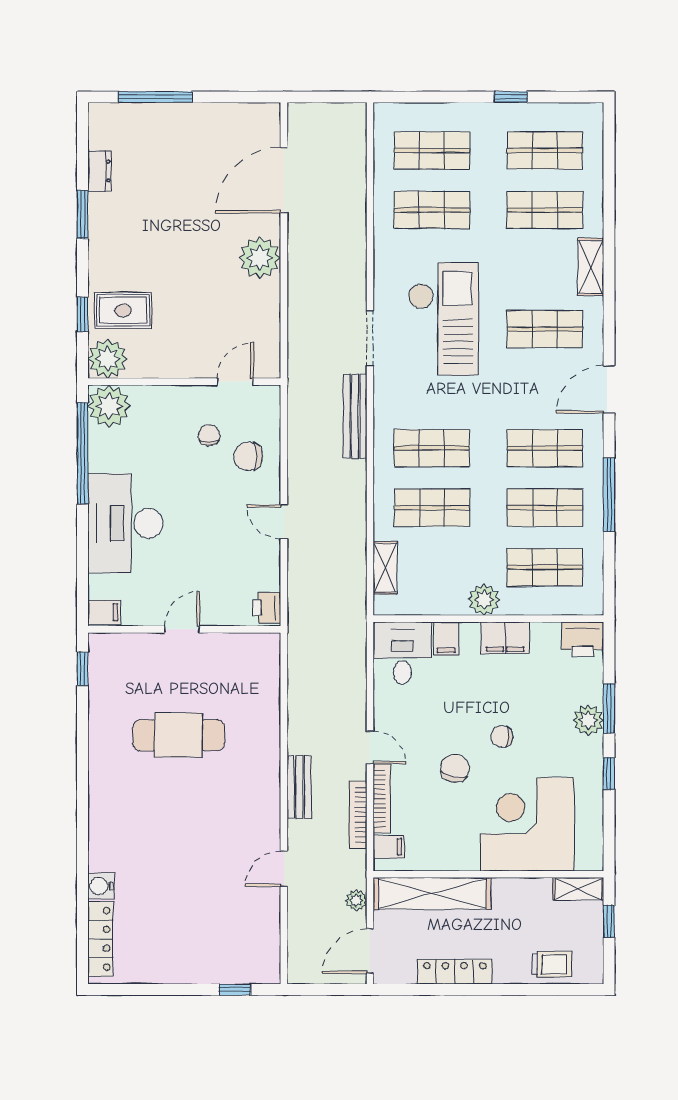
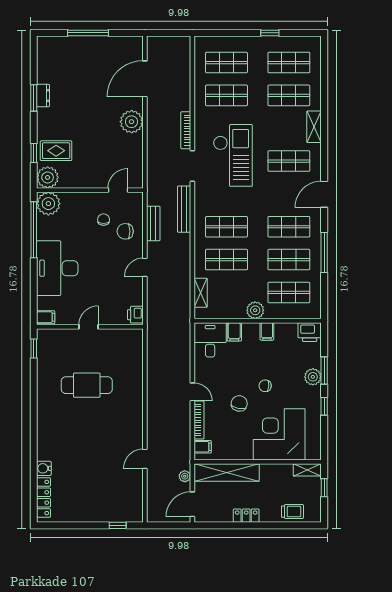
window: (155, 97) -> (88, 33), moved
dresser: (99, 171) -> (43, 96), moved
door: (284, 522) -> (145, 267), hinge flipped
filing cabinet: (505, 638) -> (267, 331), width x0.50
bench: (299, 787) -> (153, 223), moved
bookcase: (358, 815) -> (186, 130), moved
locker: (455, 972) -> (246, 516), width x0.66

